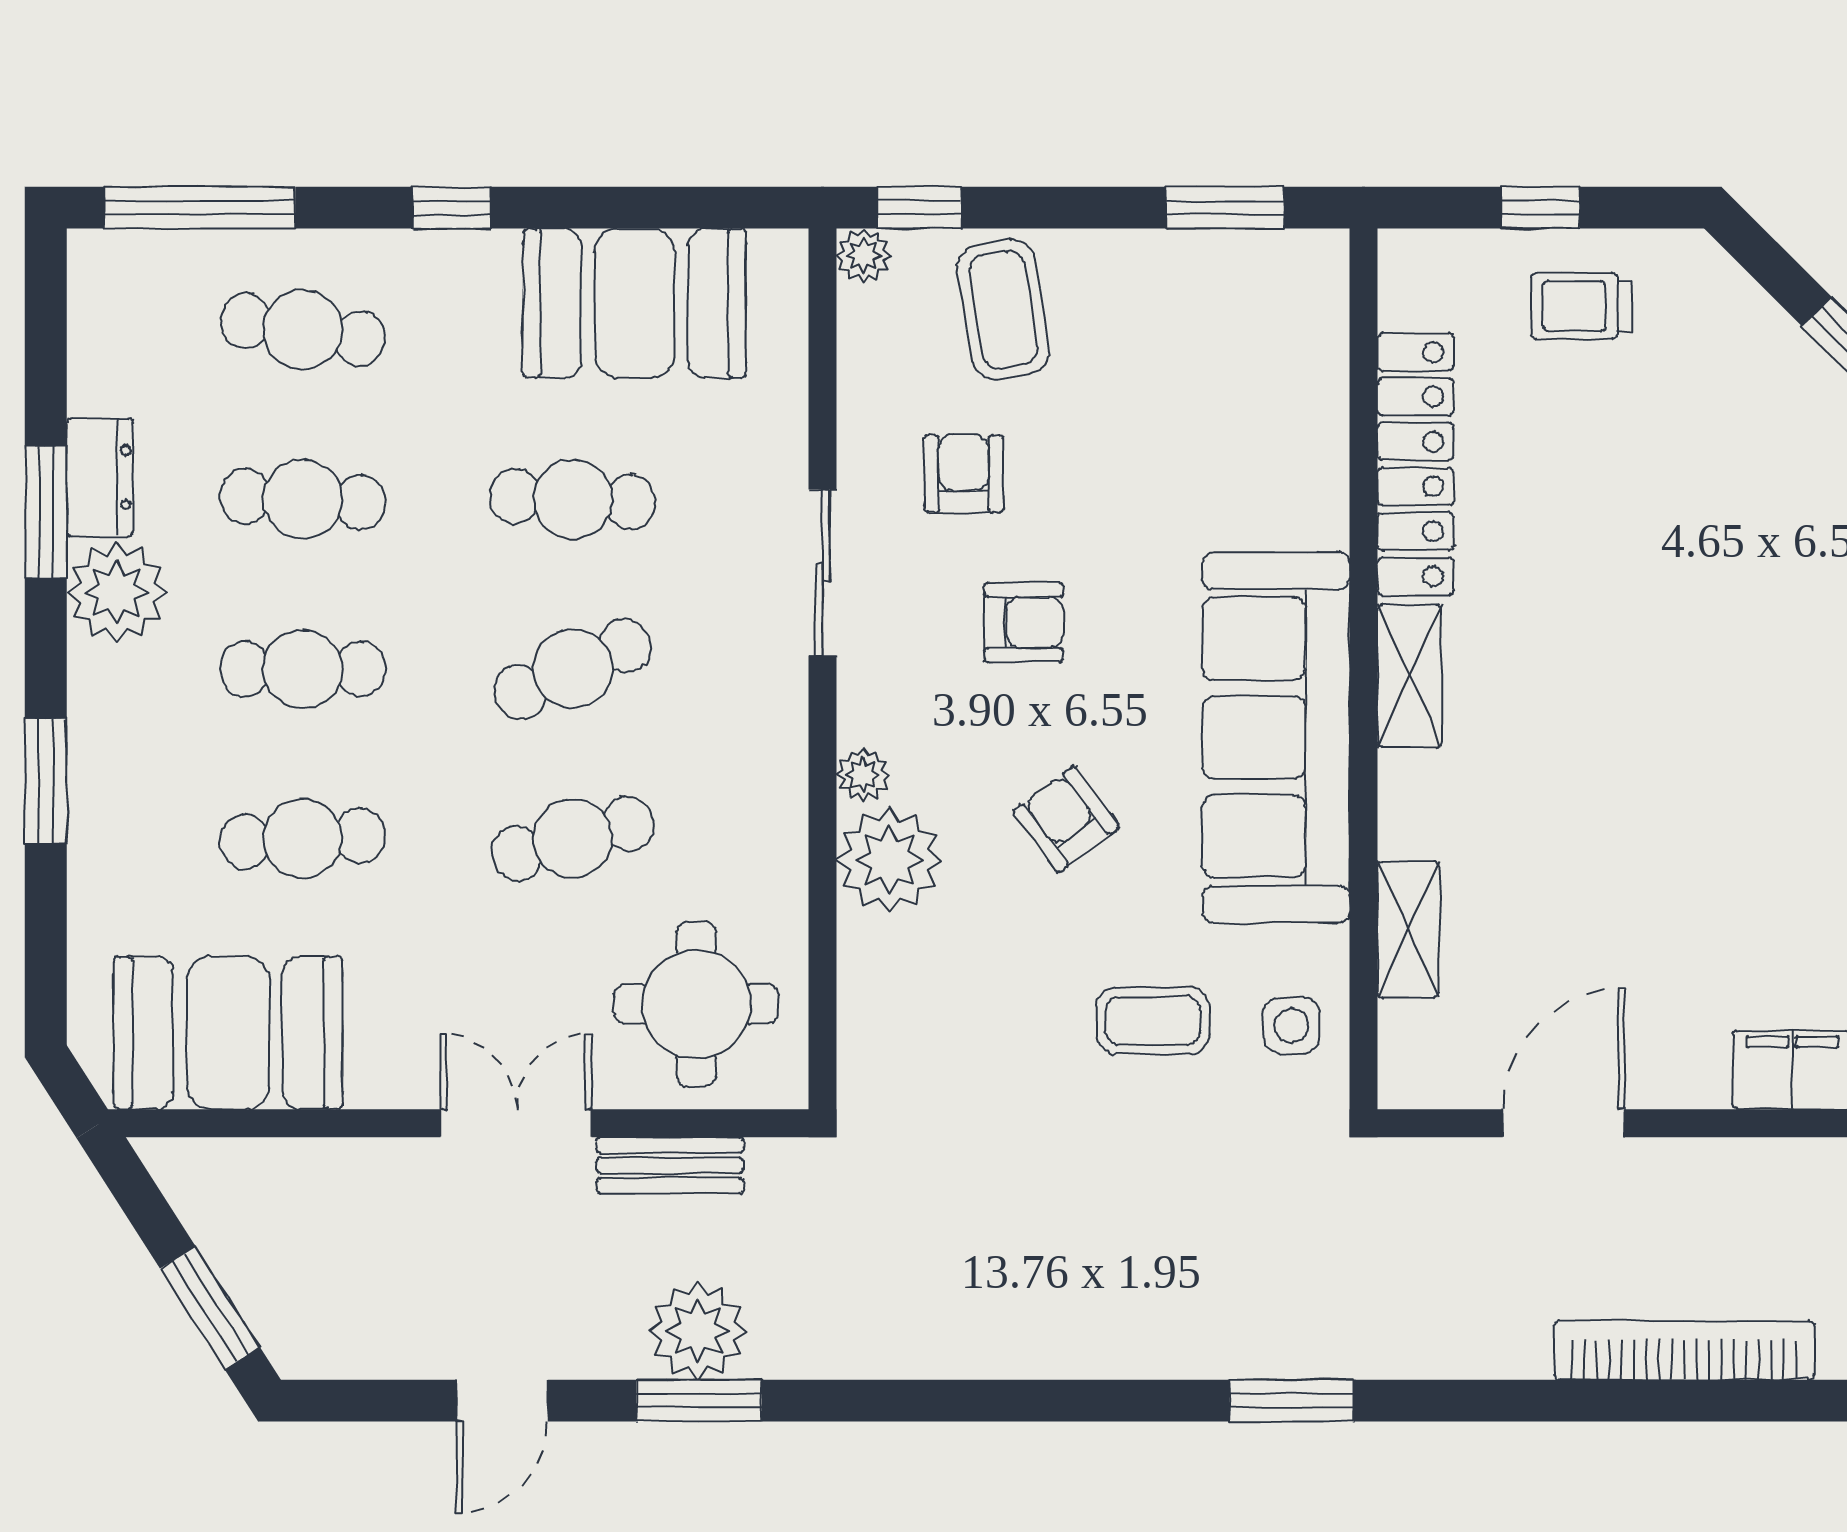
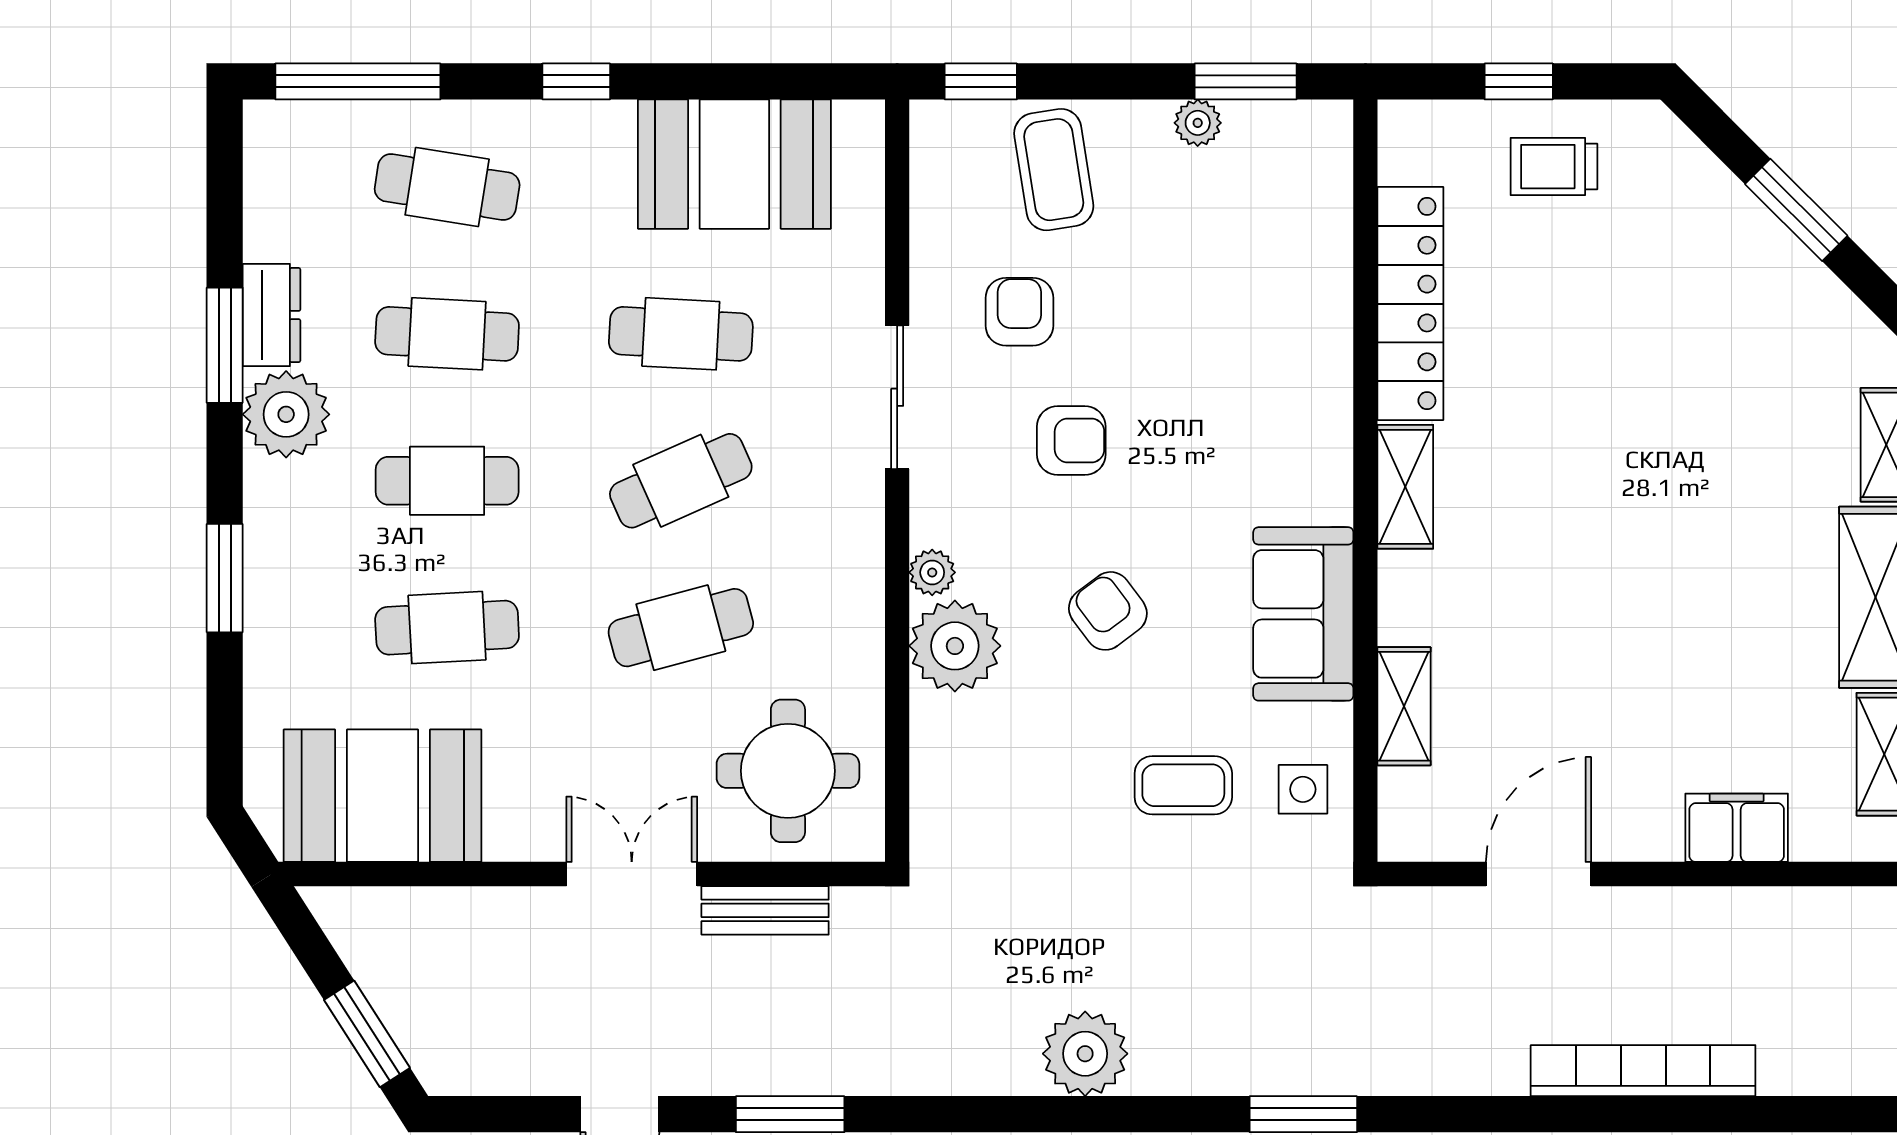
plant: (863, 255) -> (1198, 123), moved
sofa: (1276, 738) -> (1303, 614), width x0.54, depth x0.79
plant: (698, 1331) -> (1085, 1054), moved

